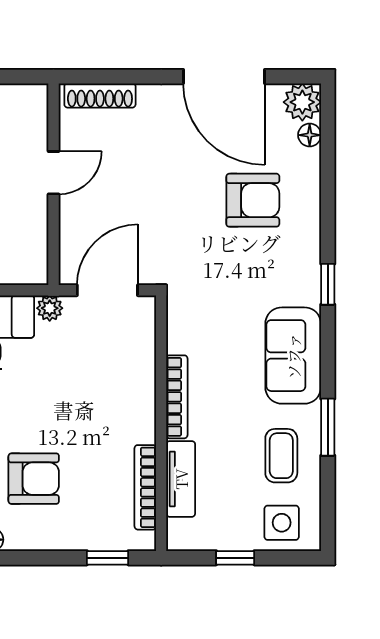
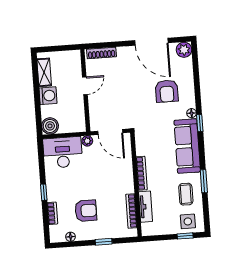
floor lamp: (310, 135) -> (192, 113), moved
armchair: (253, 200) -> (167, 91), turned 90
door: (107, 290) -> (110, 132), swing flipped
sofa: (293, 356) -> (187, 146), width x1.36
window: (108, 558) -> (104, 242), moved
window: (235, 558) -> (185, 236), moved

